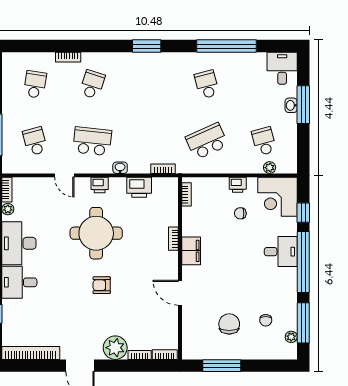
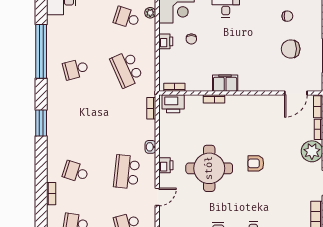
school desk: (264, 141) -> (127, 18), turned 33
printer: (139, 187) -> (173, 104), moved, turned 90
armchair: (102, 285) -> (256, 163), turned 90
door: (180, 293) -> (296, 93), moved

